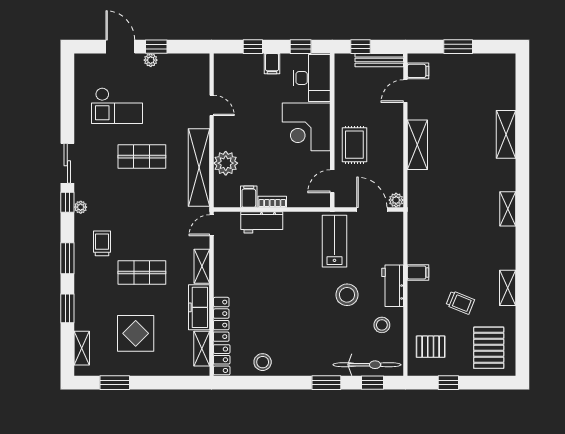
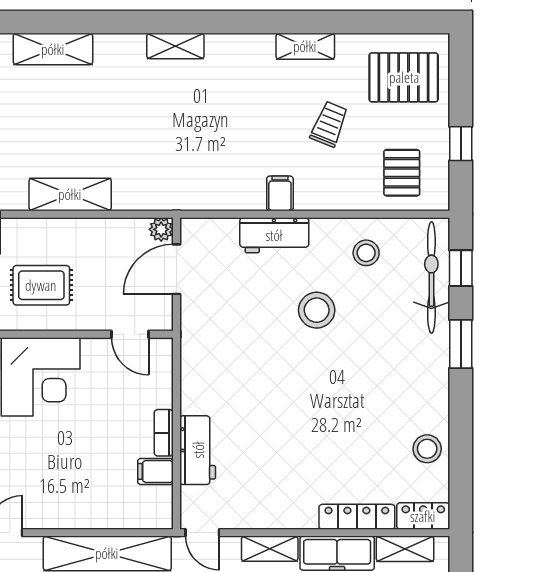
rug: (354, 145) -> (41, 285), moved
plant: (226, 163) -> (100, 509), removed
lab bench: (334, 241) -> (228, 331), removed
workbench: (393, 286) -> (274, 235), moved

